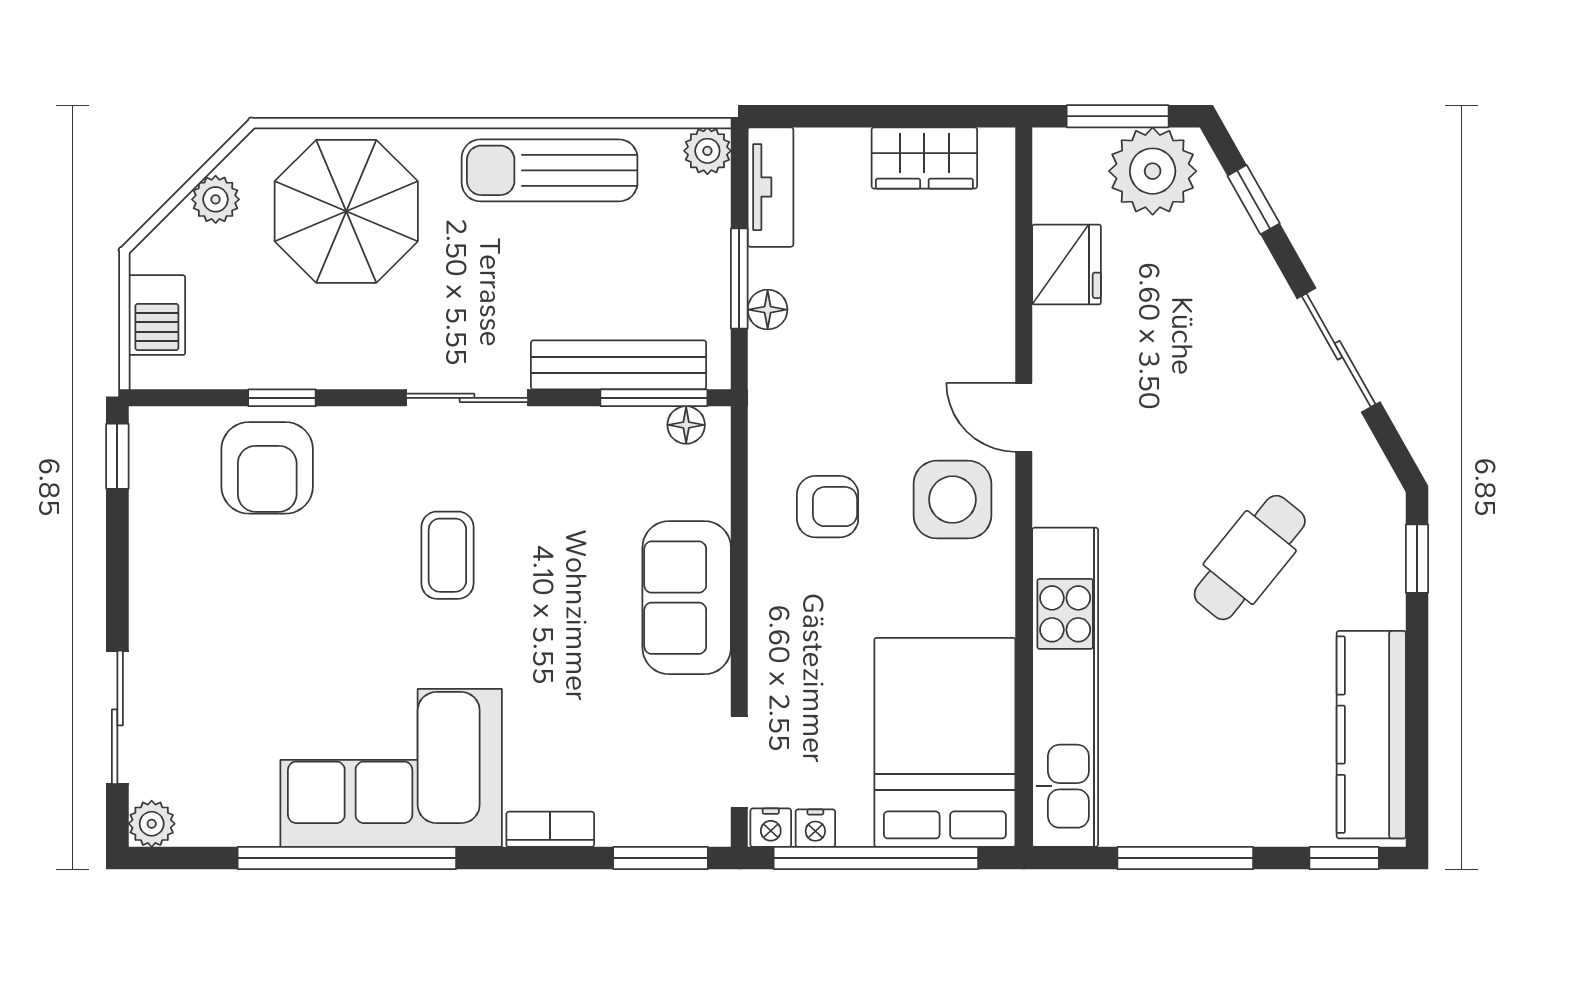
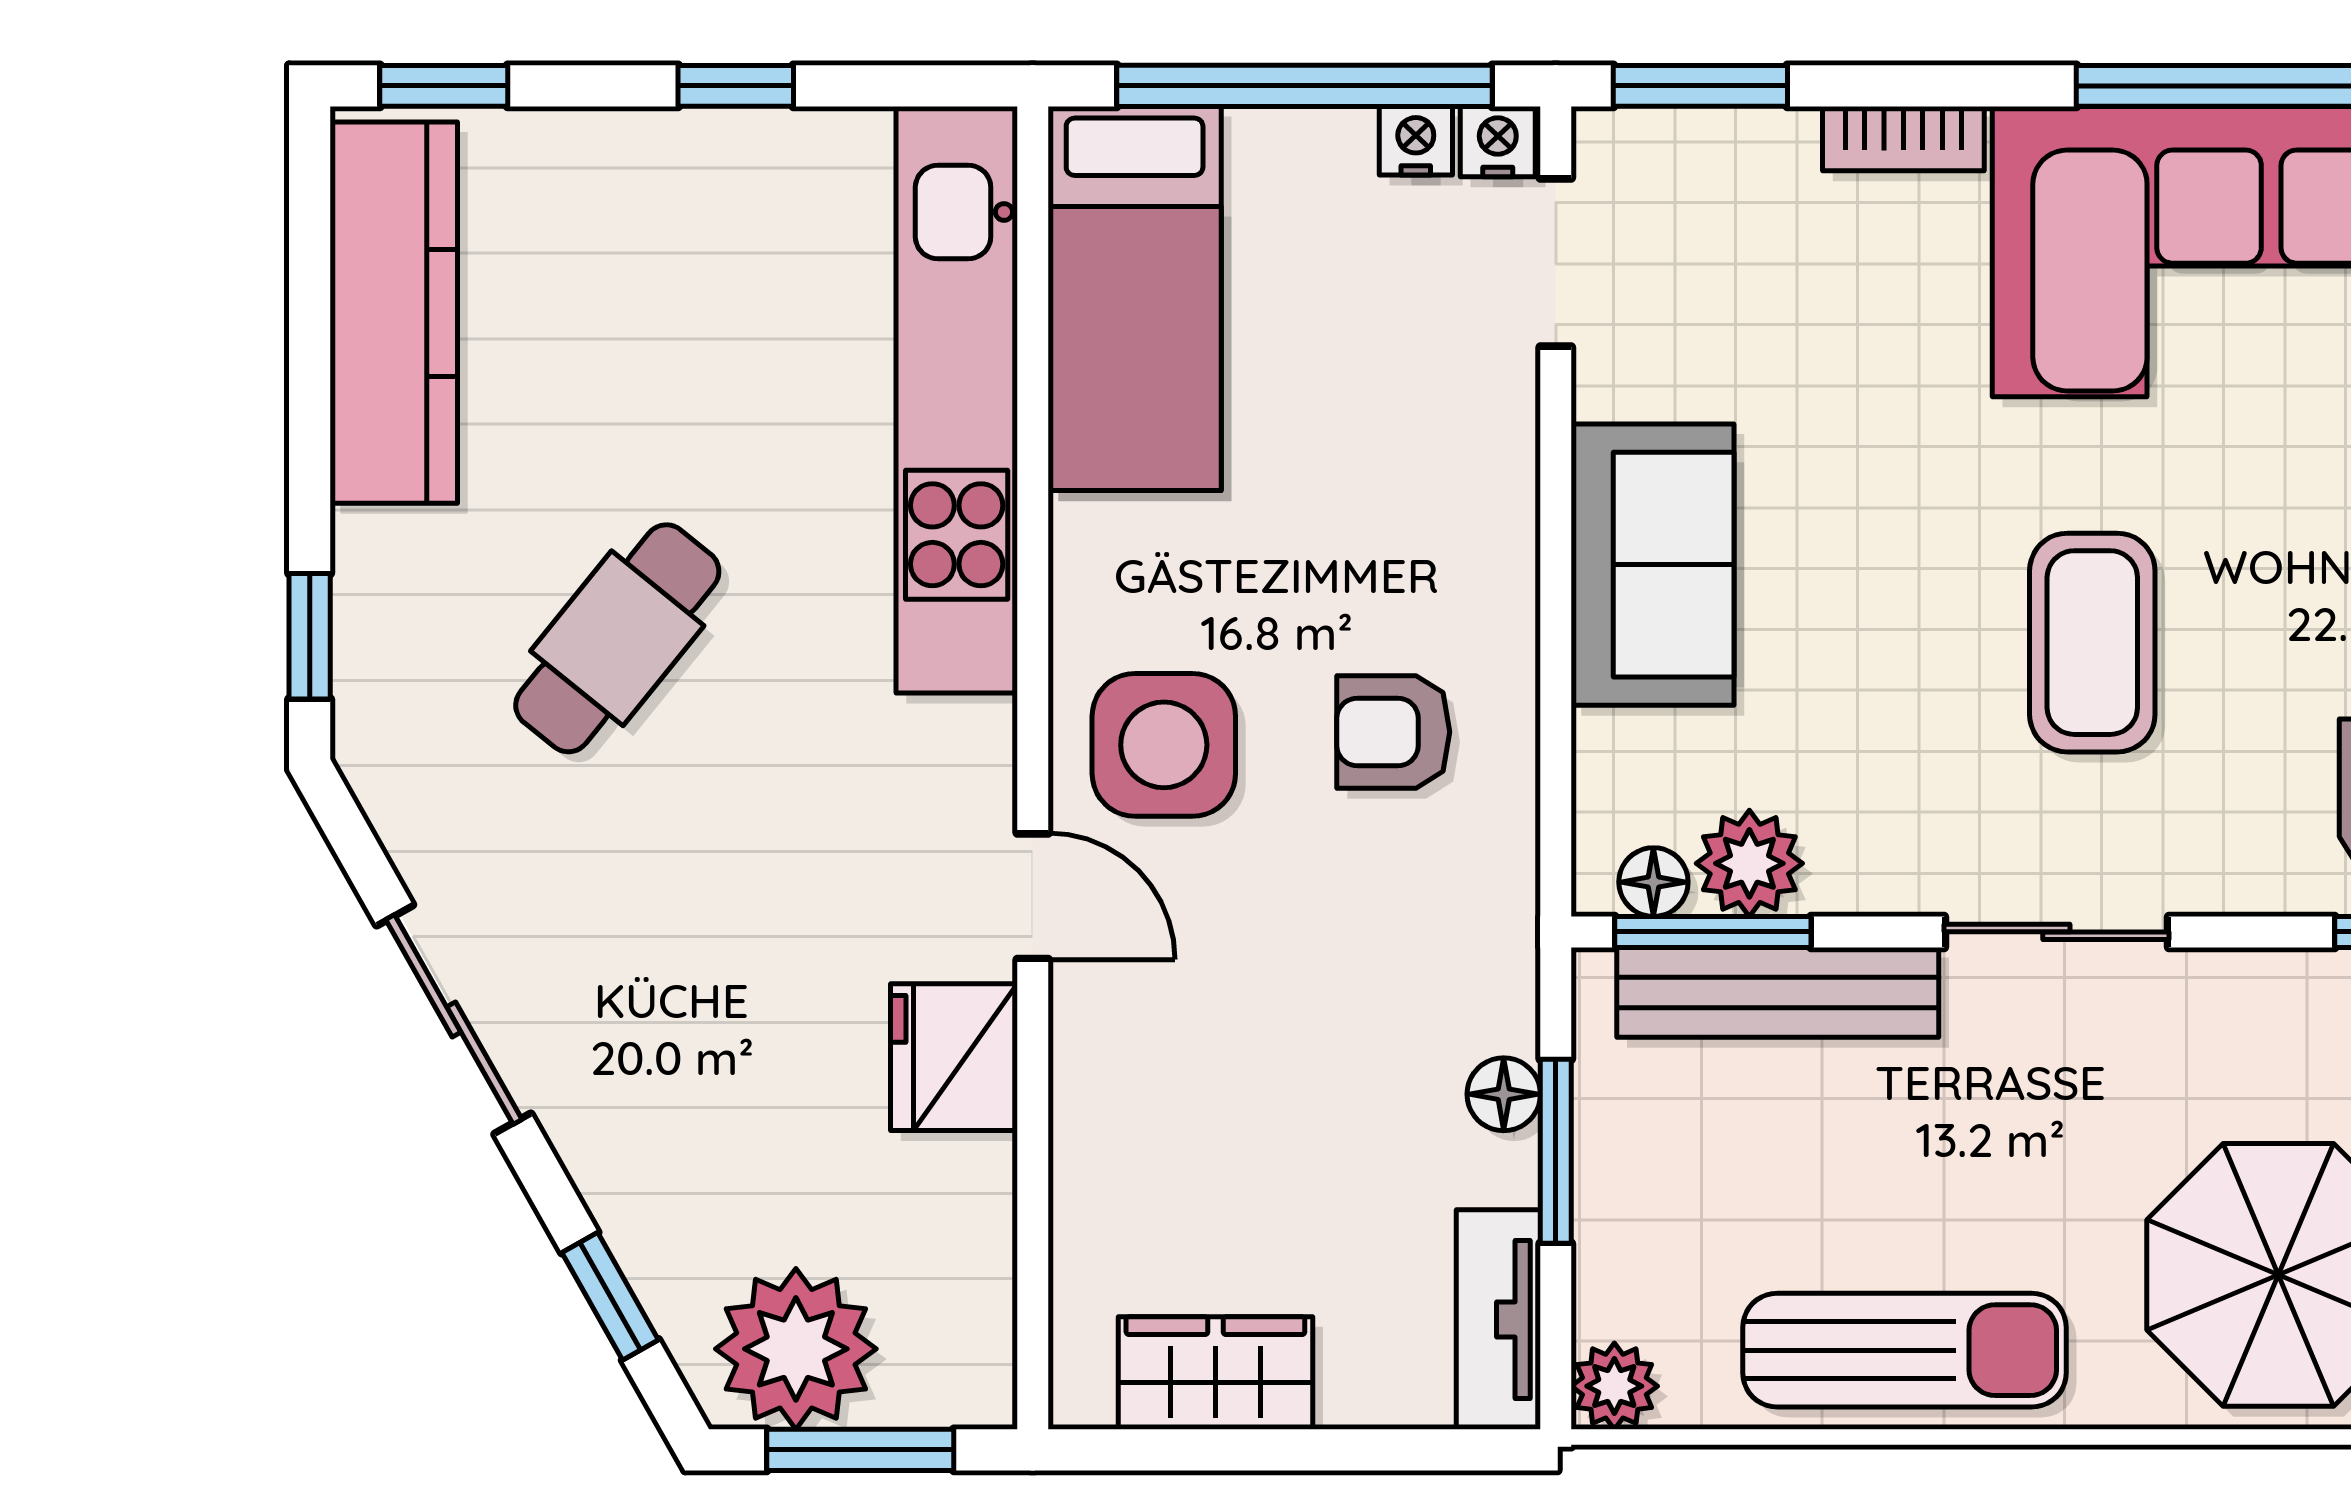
fridge: (1067, 265) -> (954, 1057), moved
plant: (634, 435) -> (1749, 863), added
coffee table: (447, 555) -> (2092, 643), width x1.36, depth x1.30
bed: (945, 742) -> (1135, 299), width x0.67
window: (1185, 858) -> (736, 86), width x0.46

